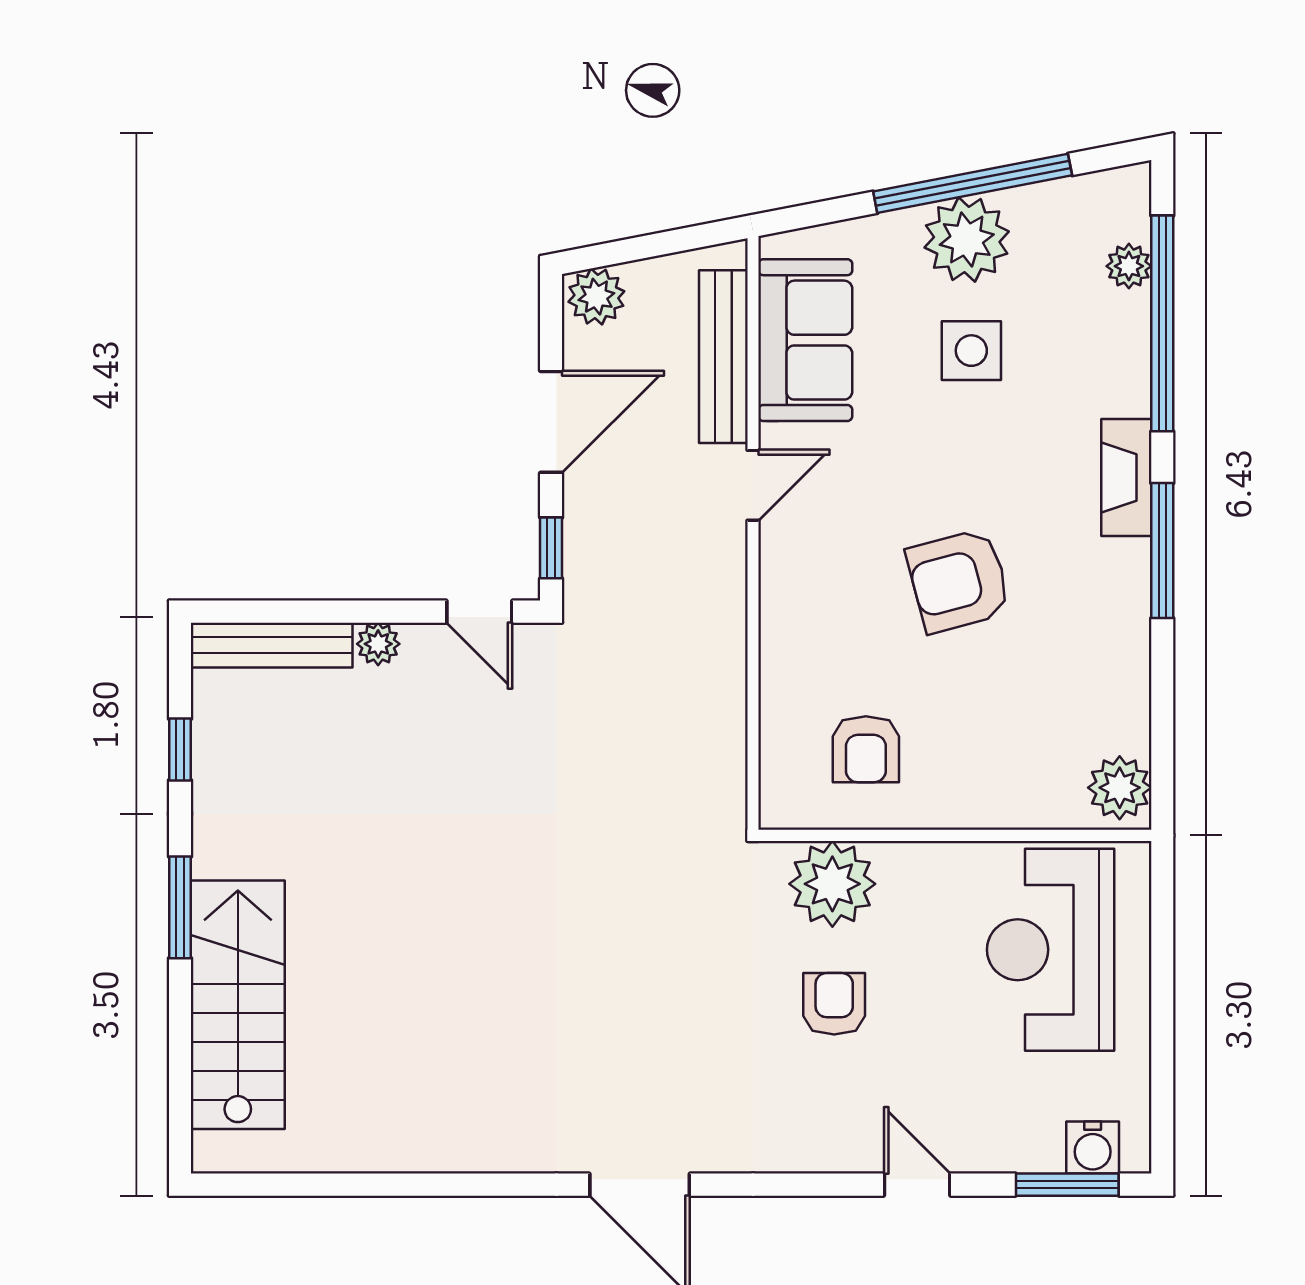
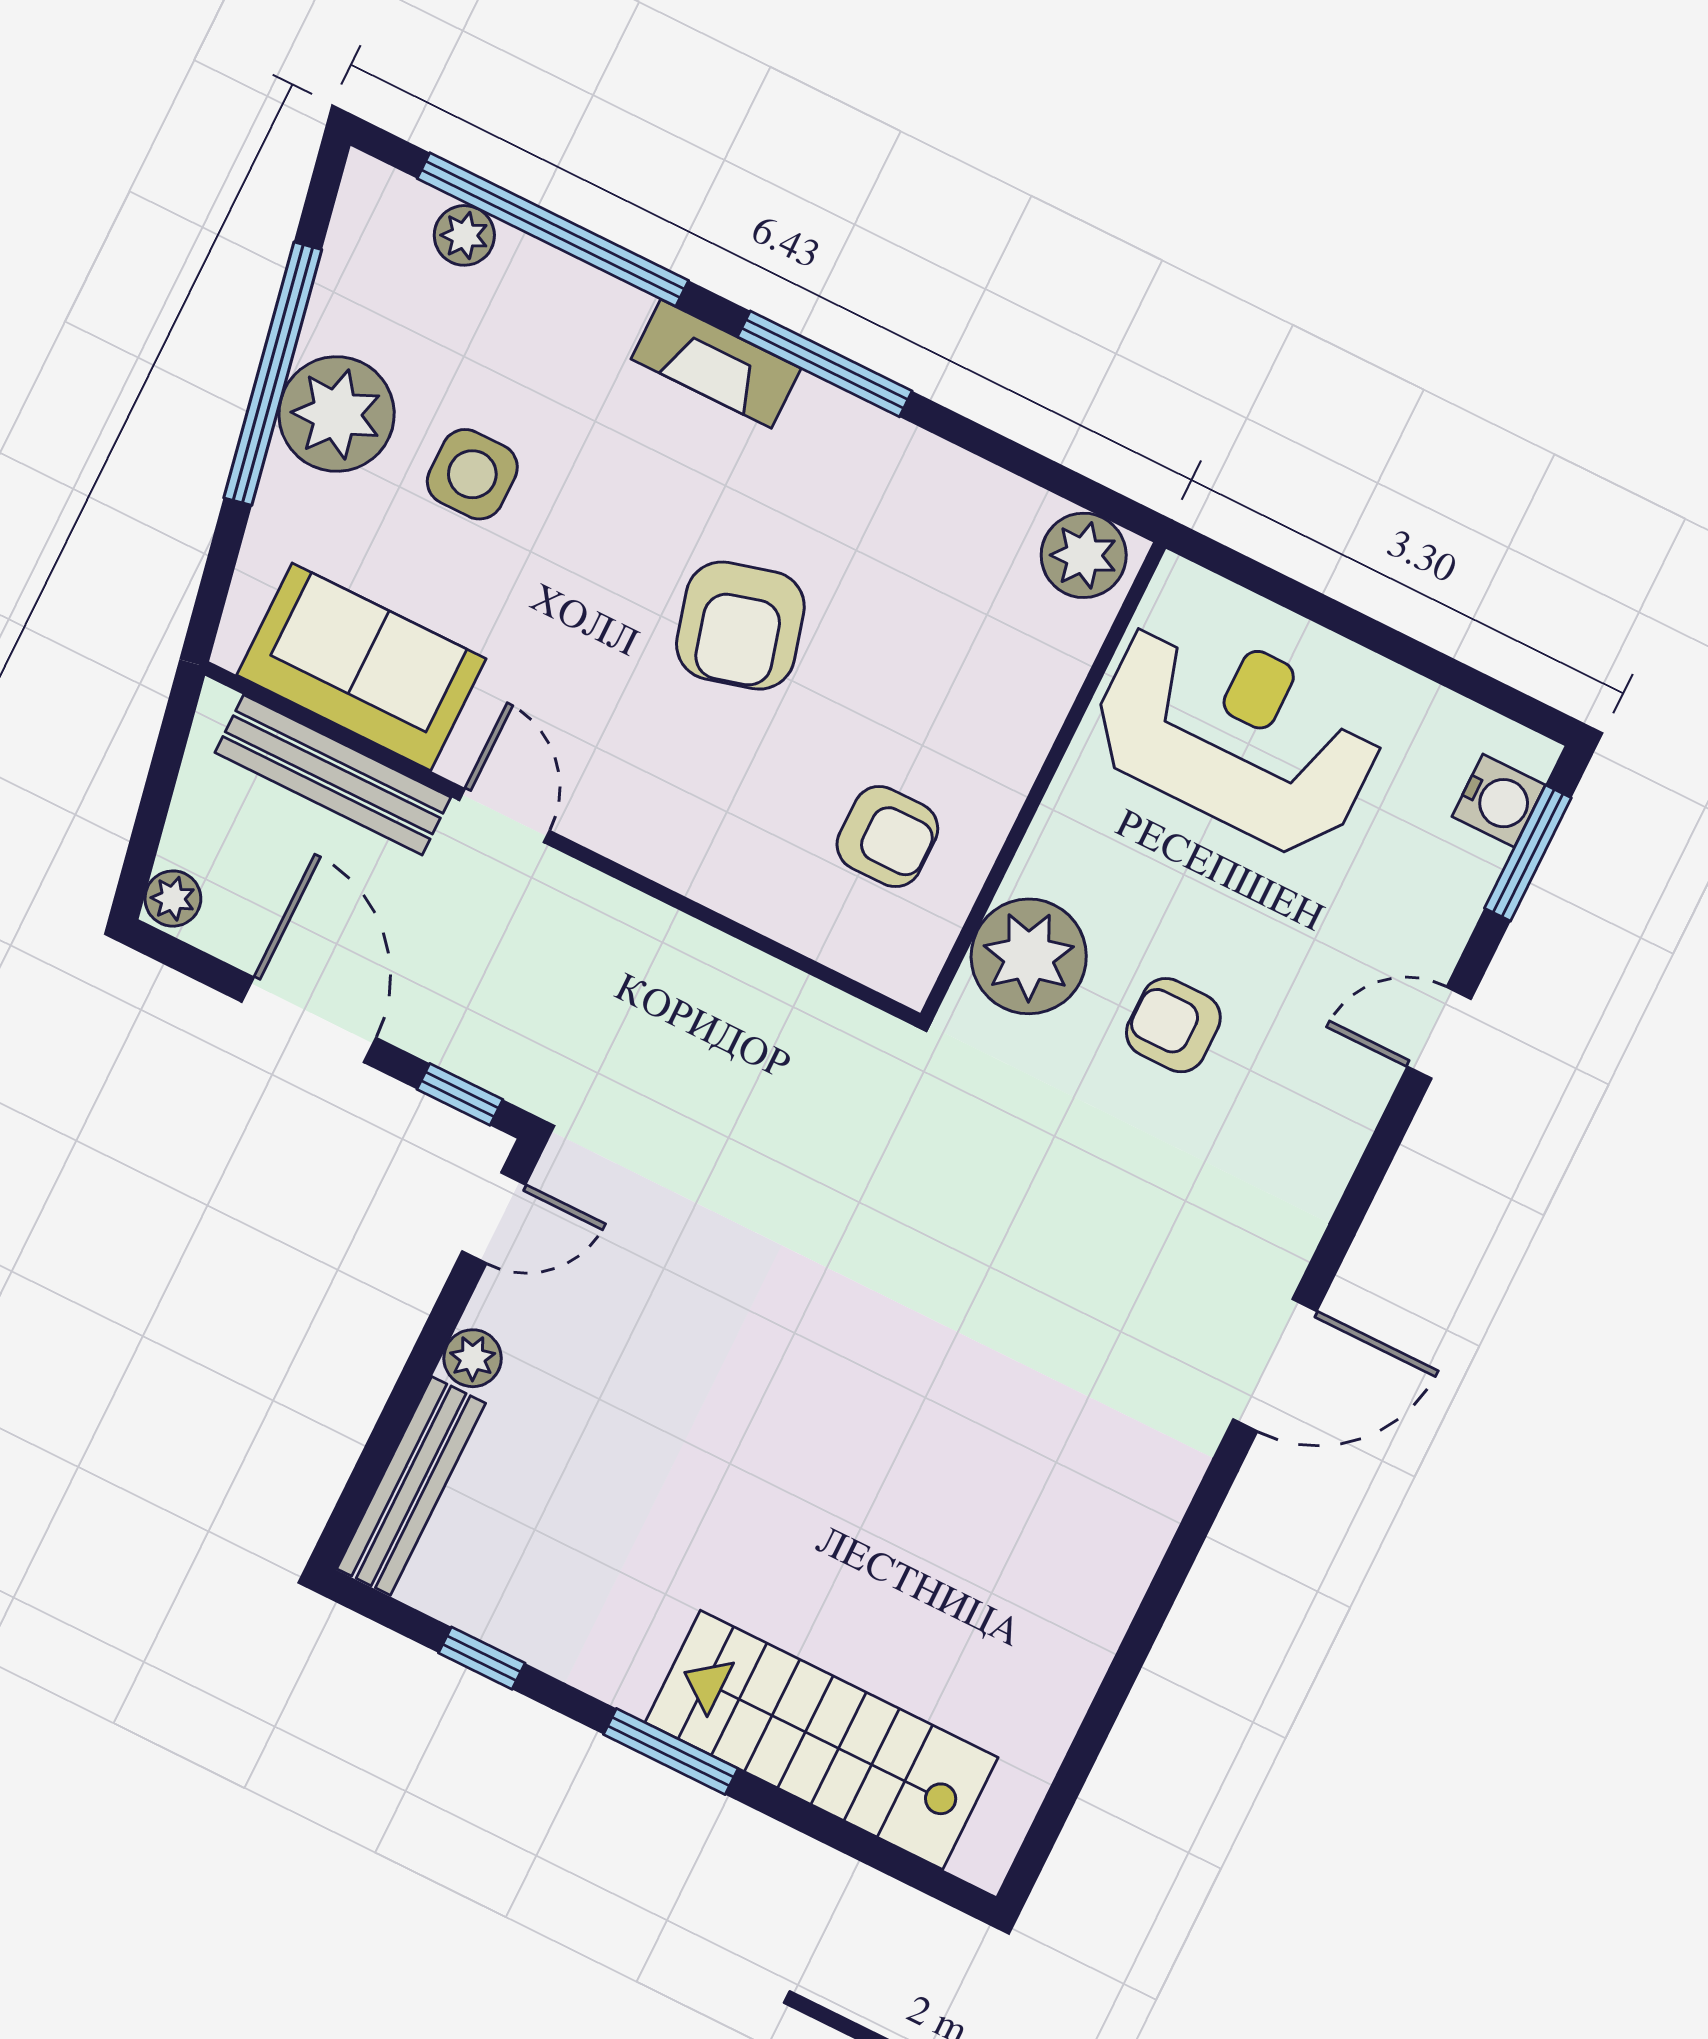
plant: (596, 297) -> (173, 899), width x0.73, depth x0.73
reception desk: (1051, 950) -> (1237, 734), turned 180

